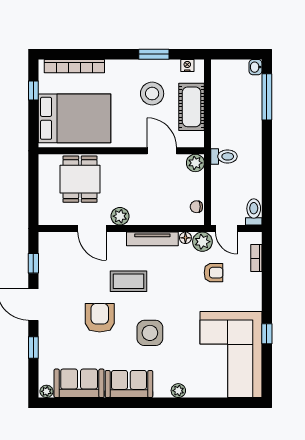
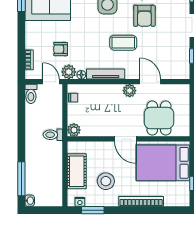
window: (154, 54) -> (93, 210), moved
bookcase: (74, 66) -> (141, 201), moved
door: (162, 151) -> (125, 139), moved

